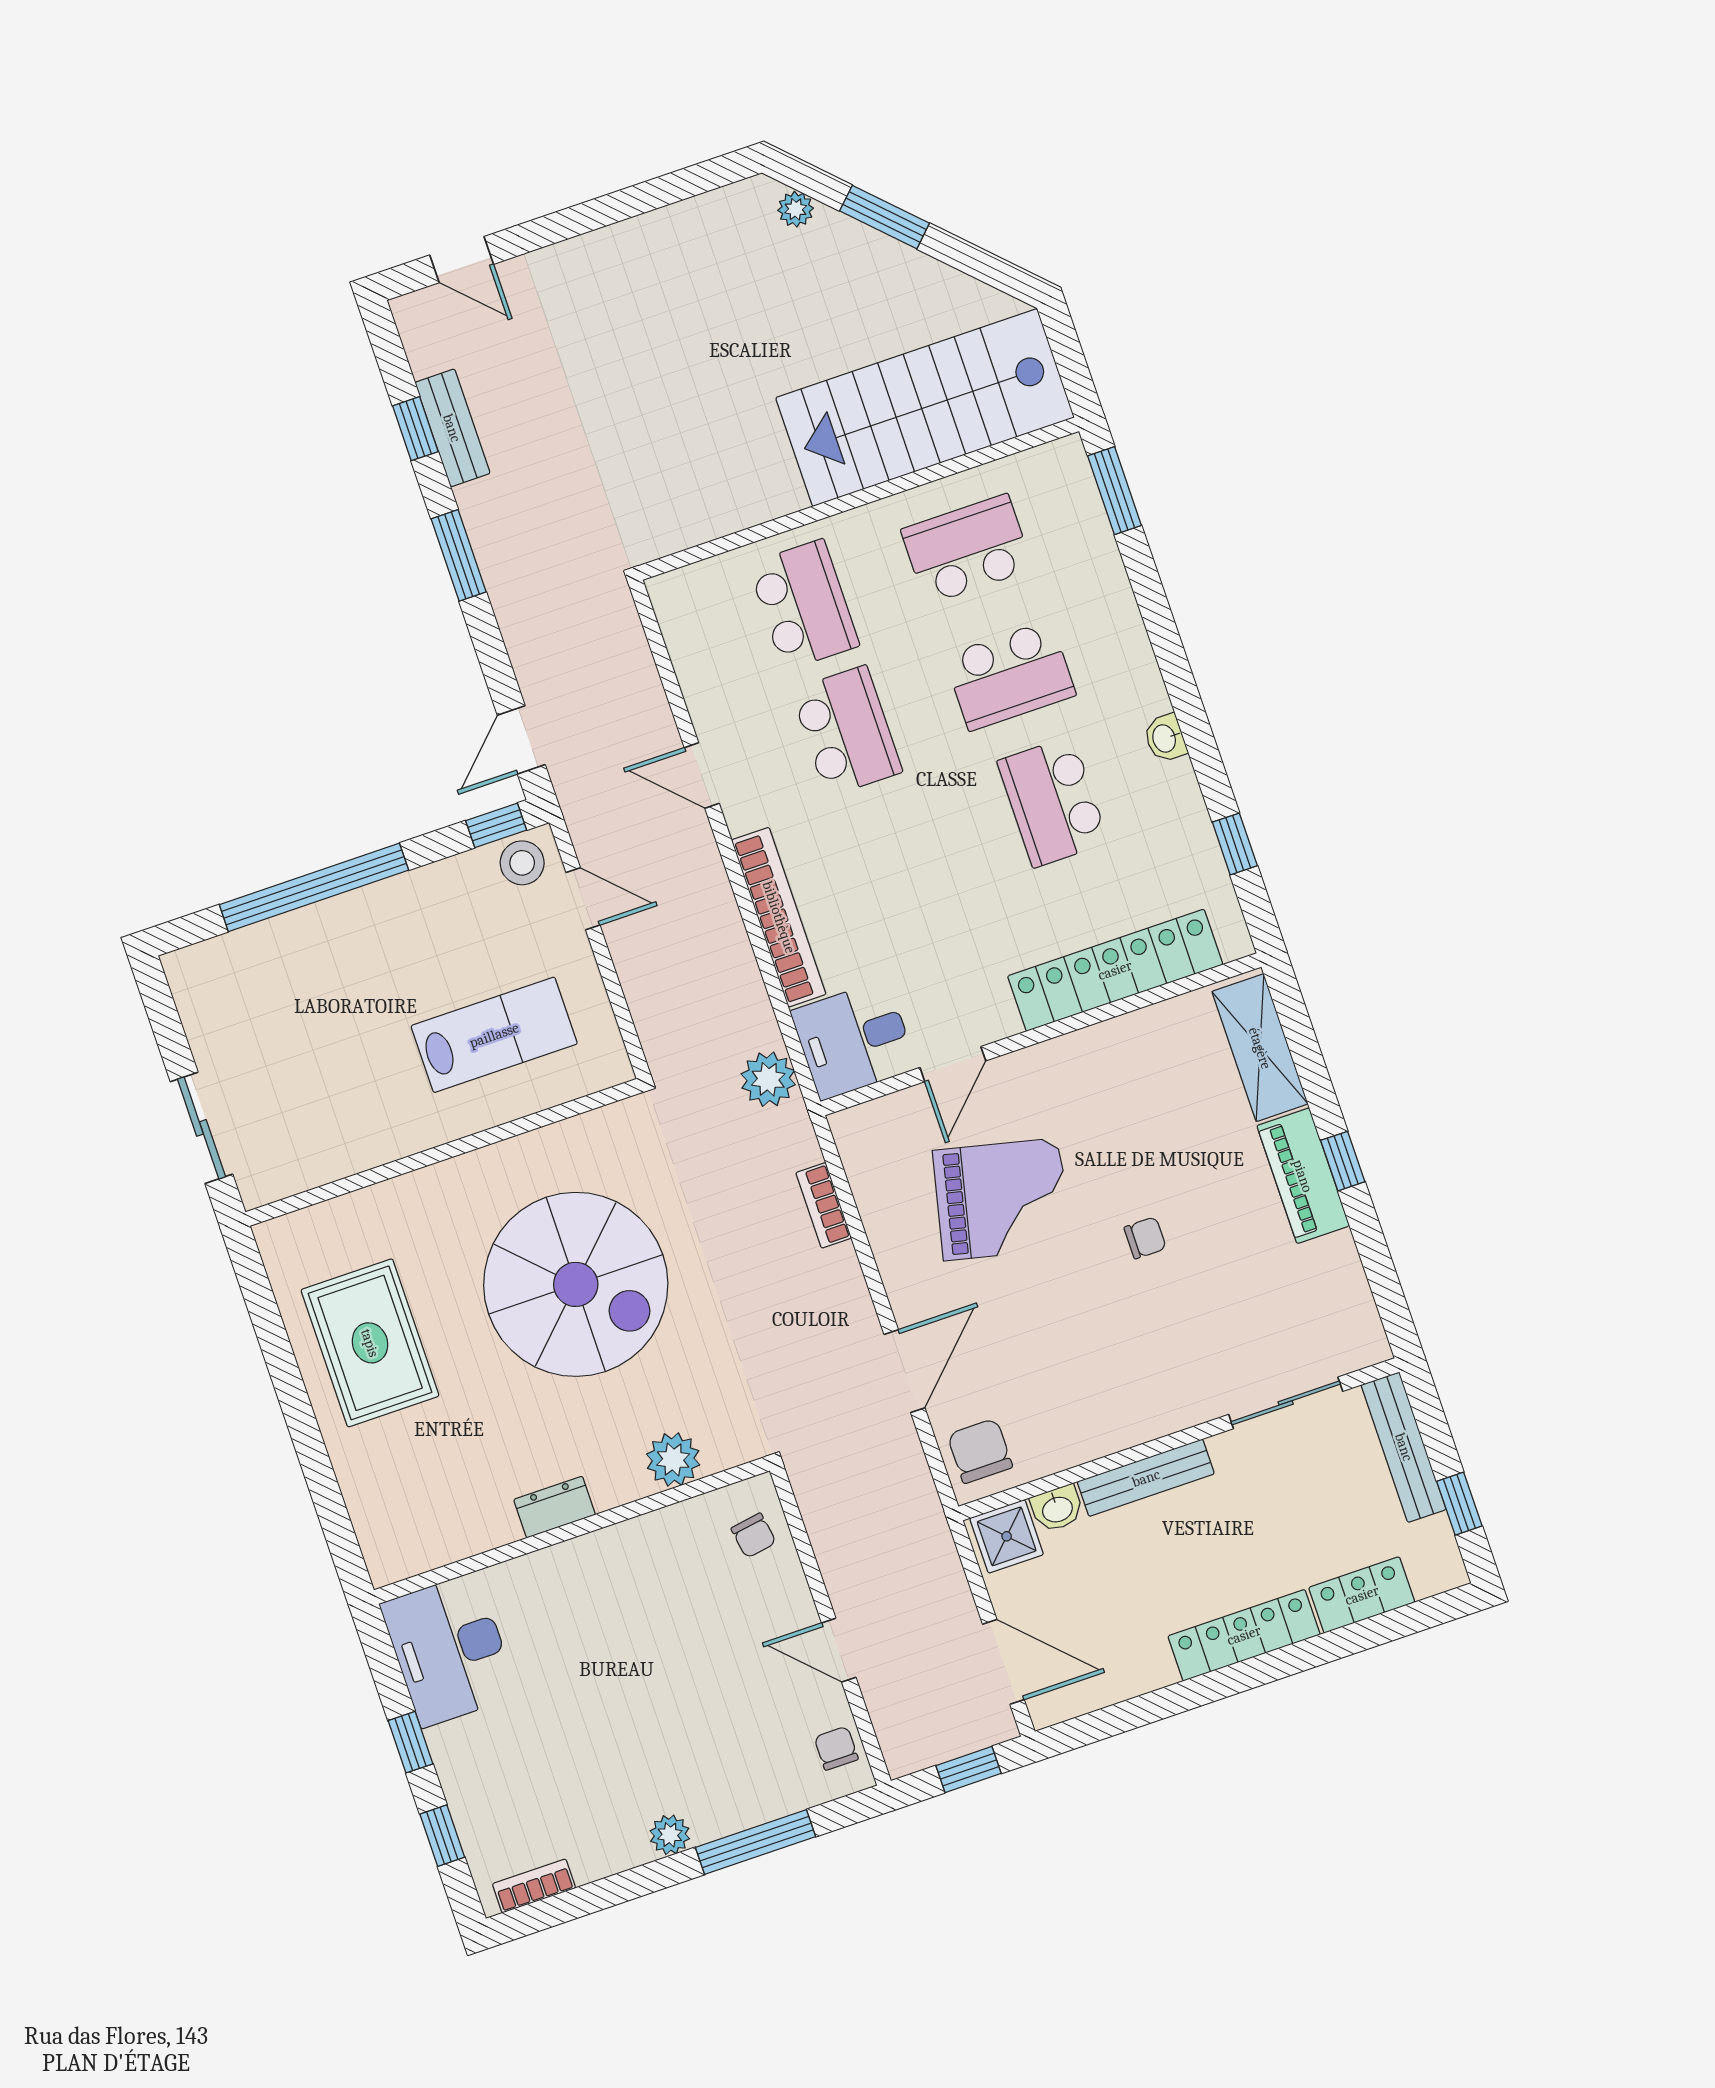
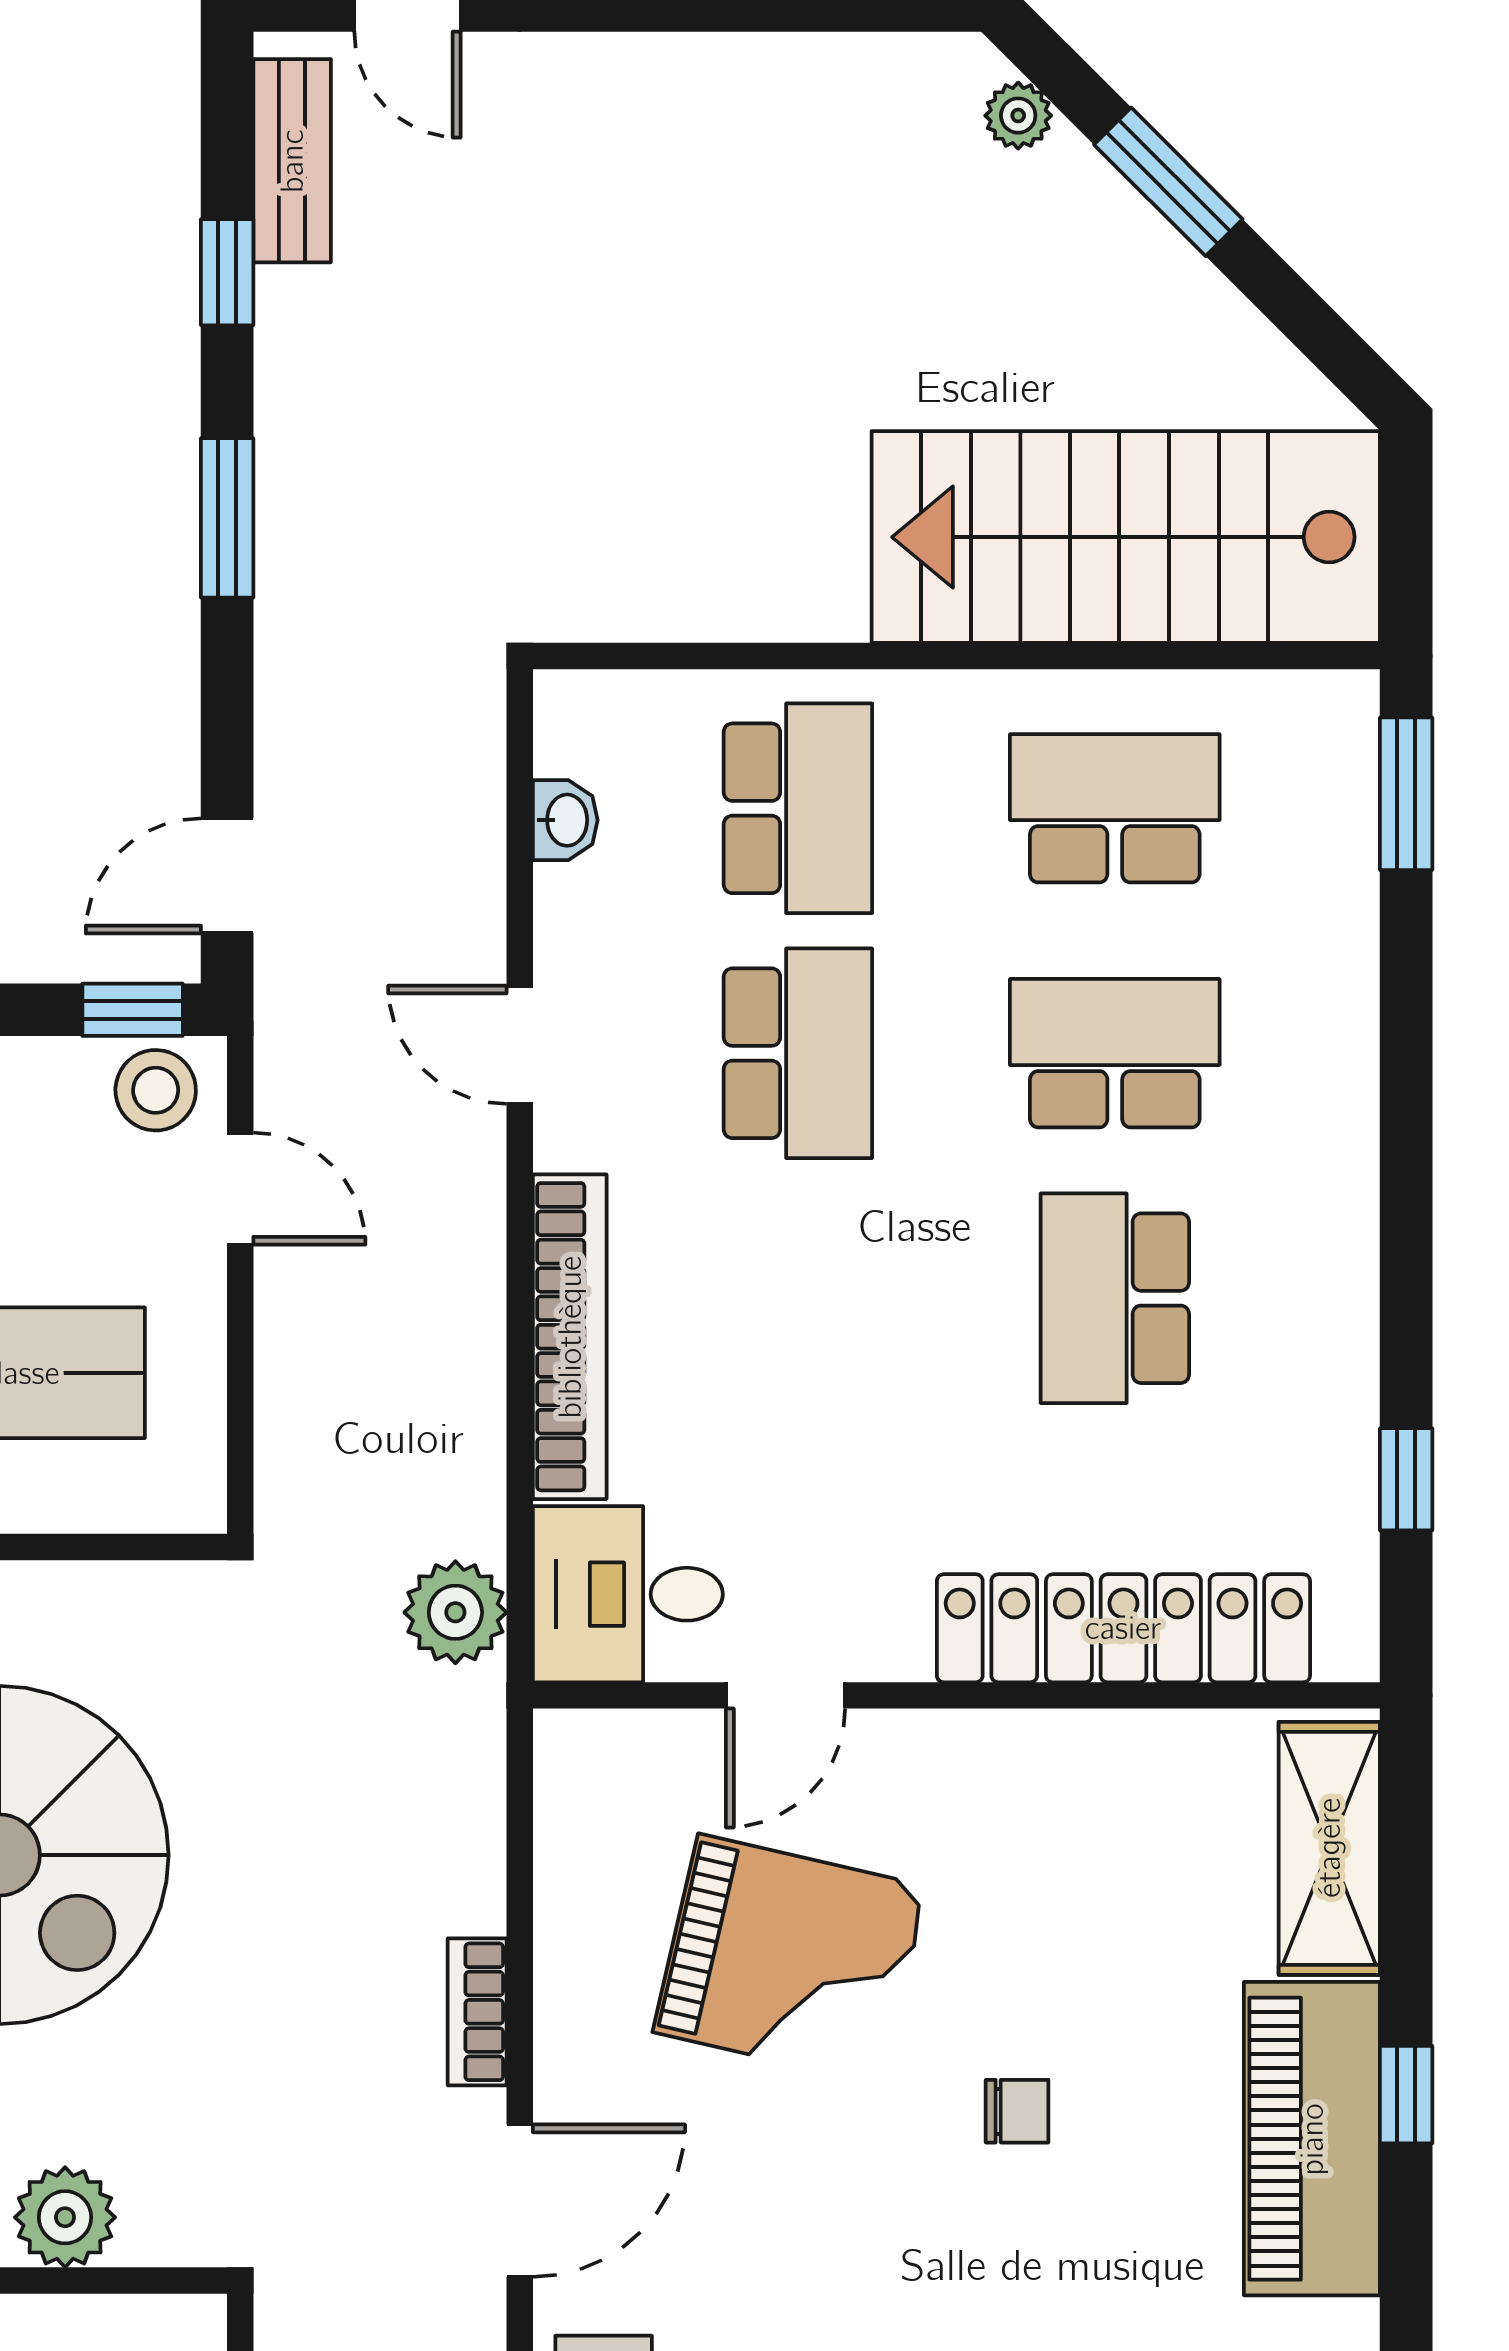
bench: (452, 428) -> (292, 161), moved
school desk: (1010, 675) -> (1115, 1053), turned 180
washbasin: (1165, 738) -> (565, 820), moved, turned 180
piano: (1303, 1176) -> (1312, 2139), width x1.37, depth x1.33
bookcase: (824, 1205) -> (477, 2012), moved

